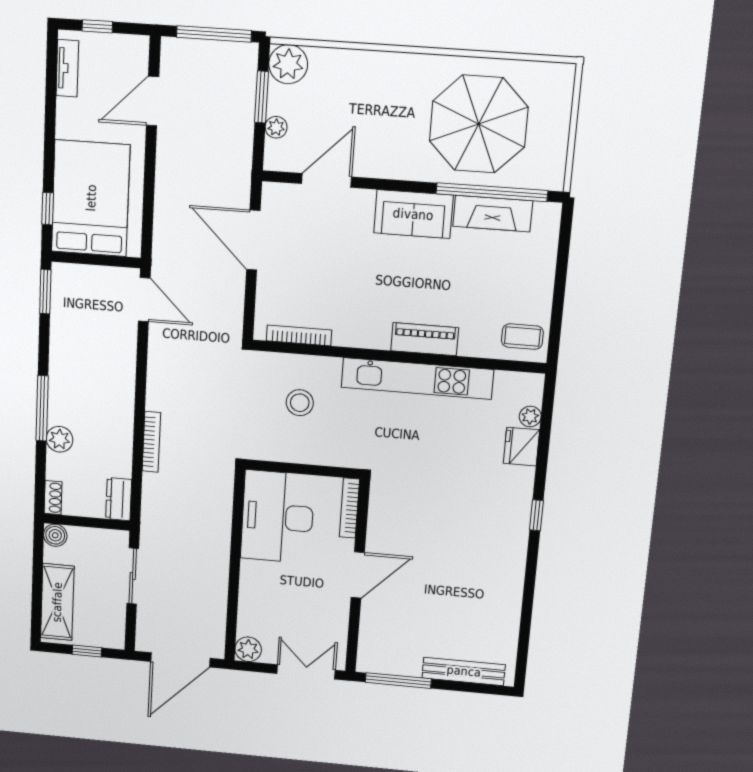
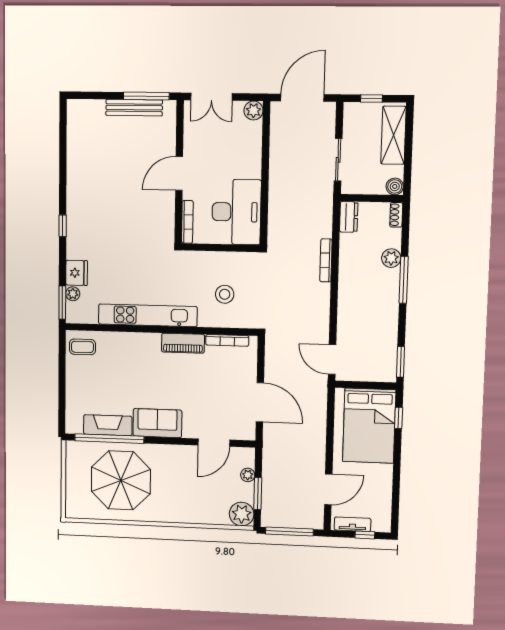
tv unit: (67, 68) -> (353, 524), moved, turned 90
piano: (425, 339) -> (183, 343), moved
window: (548, 404) -> (62, 303), added
bench: (464, 671) -> (134, 108), moved

